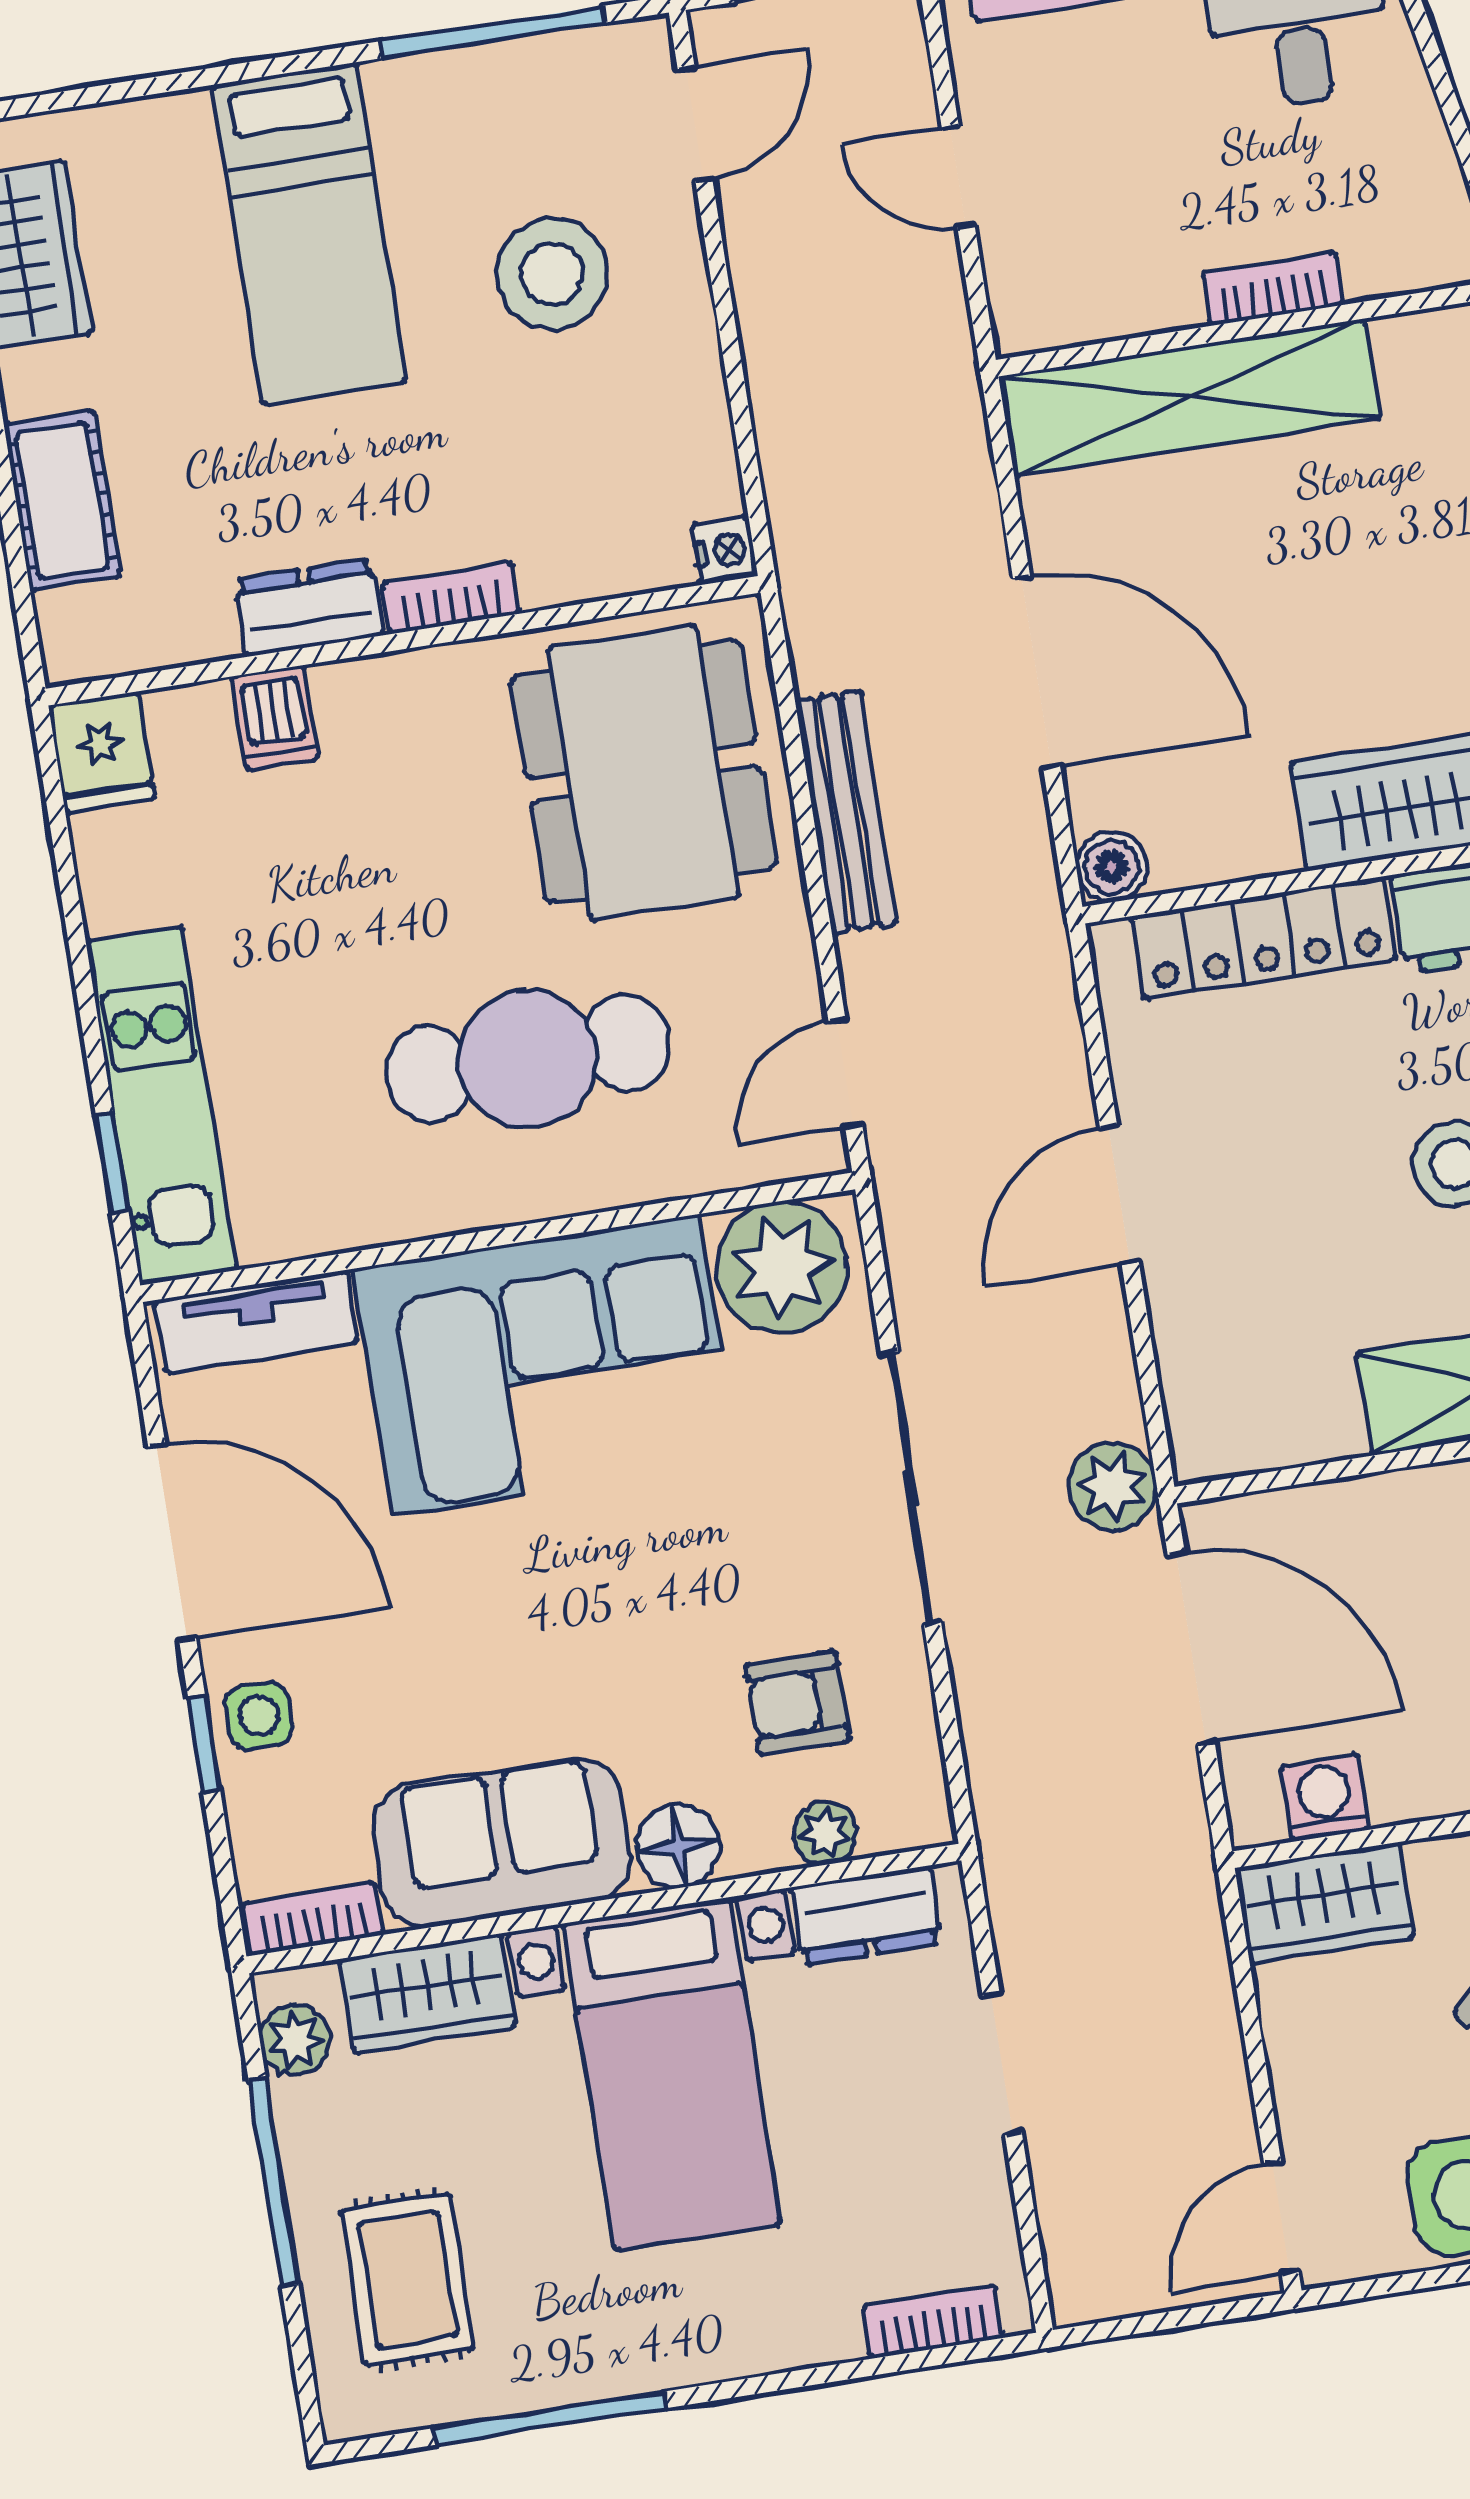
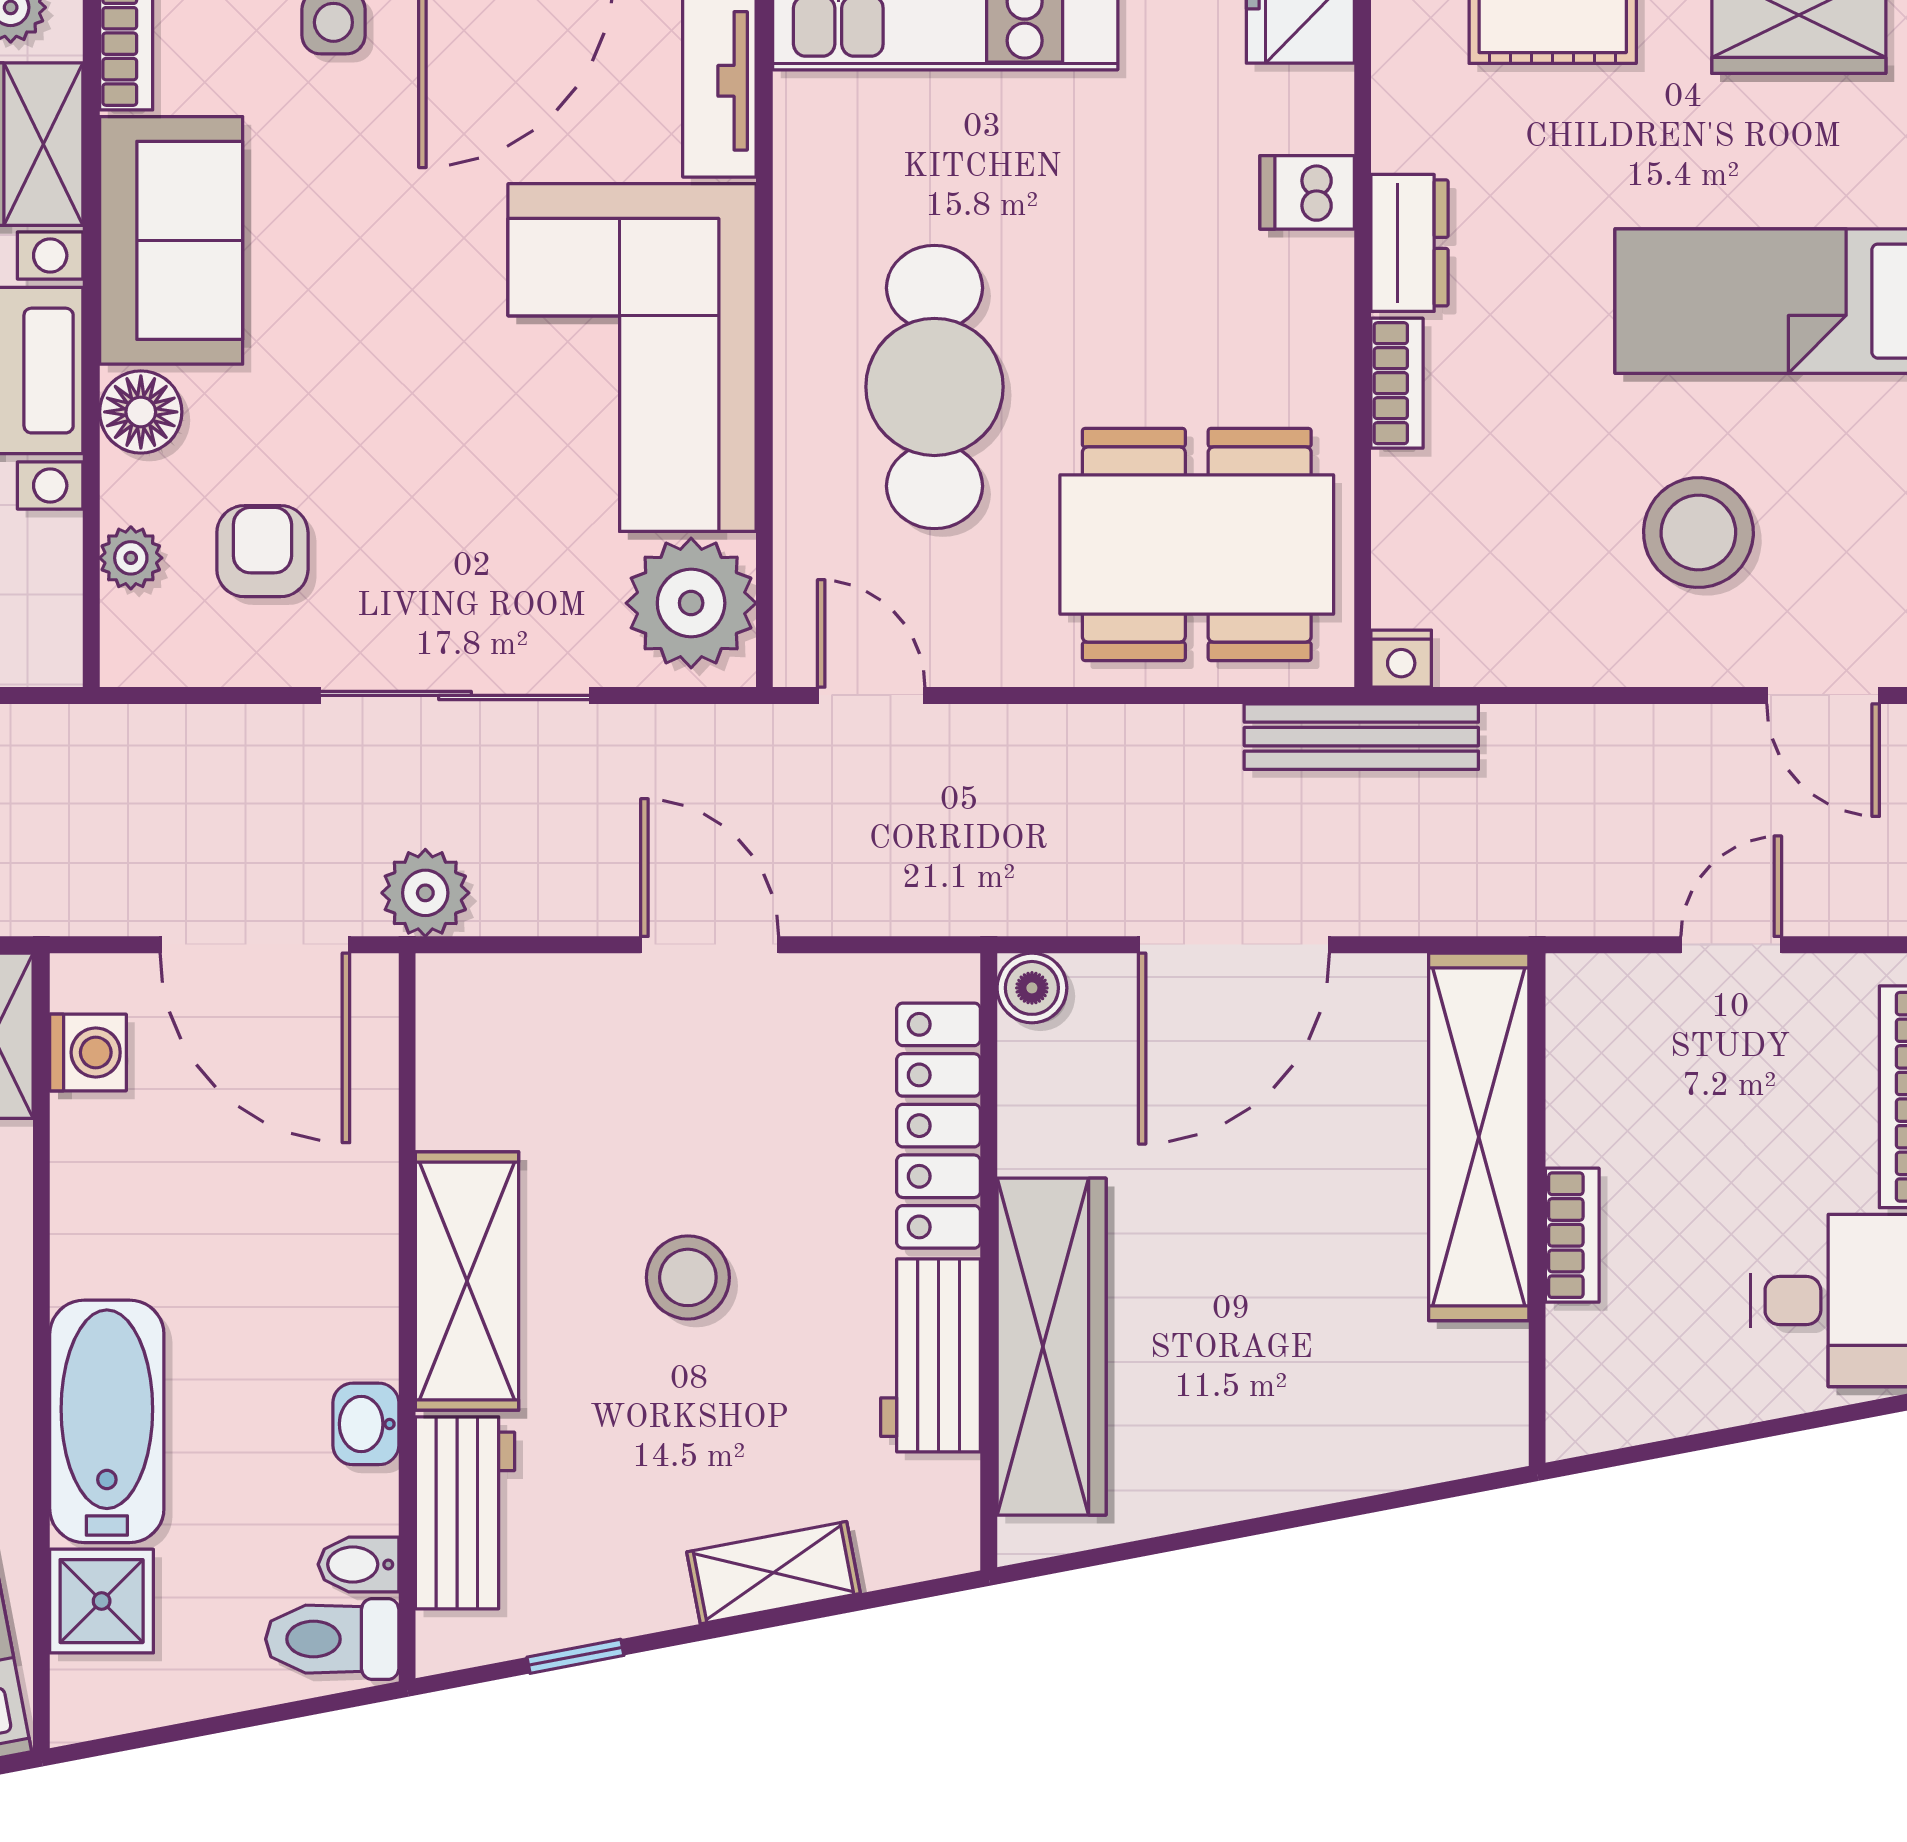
bench: (846, 812) -> (1361, 737), moved
door: (1191, 1648) -> (255, 945), hinge flipped
dresser: (866, 1916) -> (44, 585), removed

